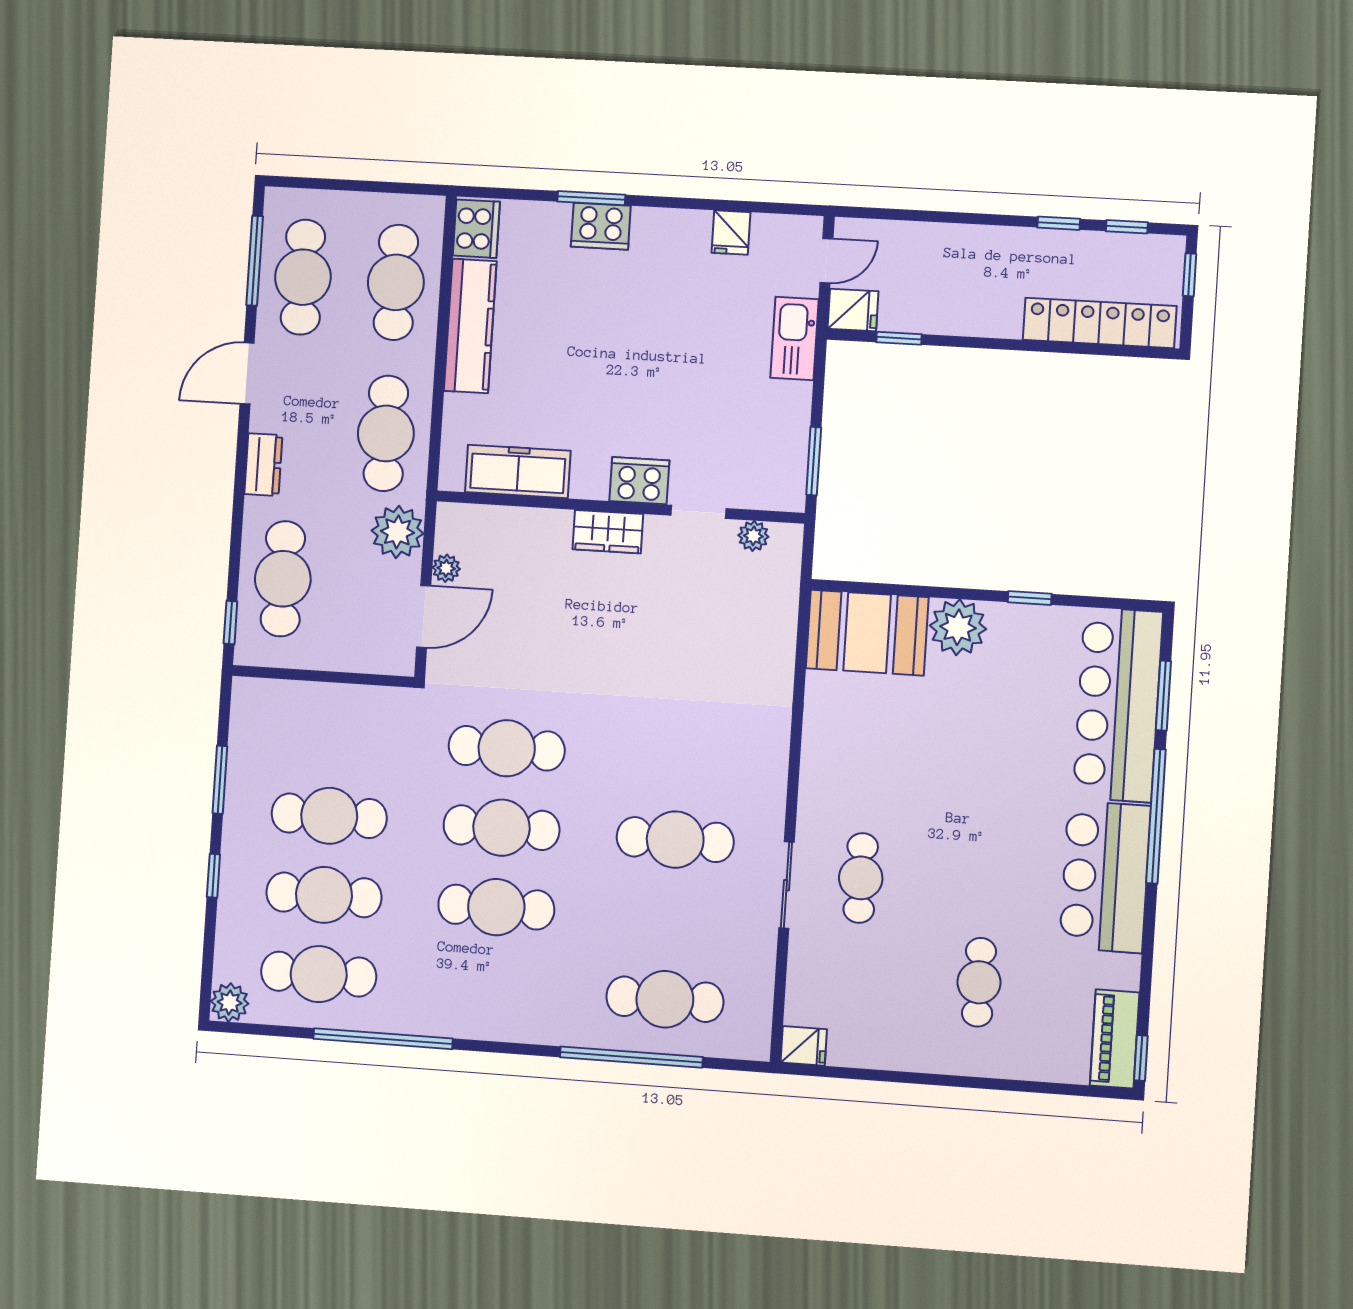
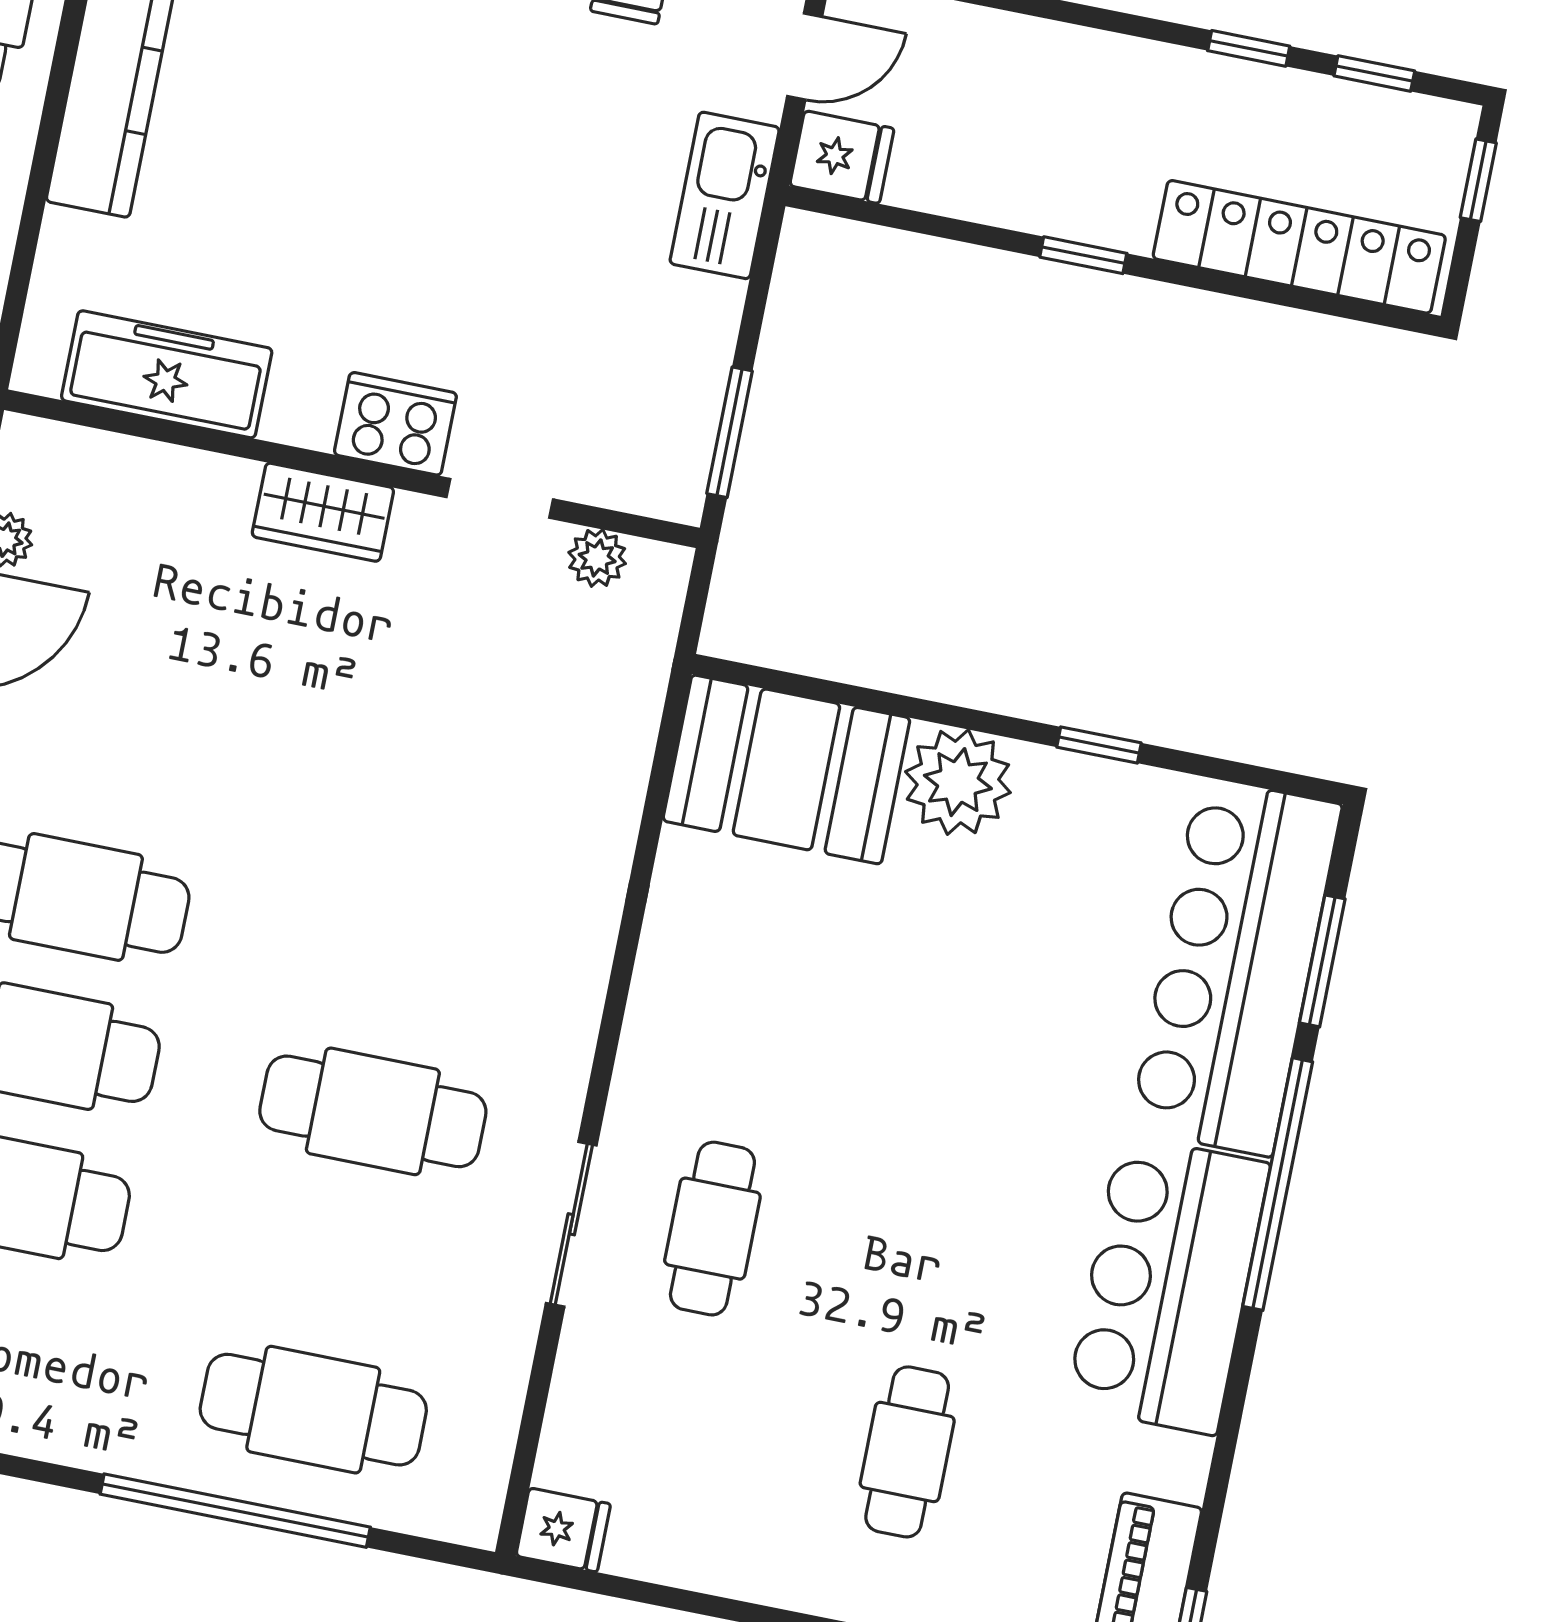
window: (899, 338) -> (1083, 255), moved

